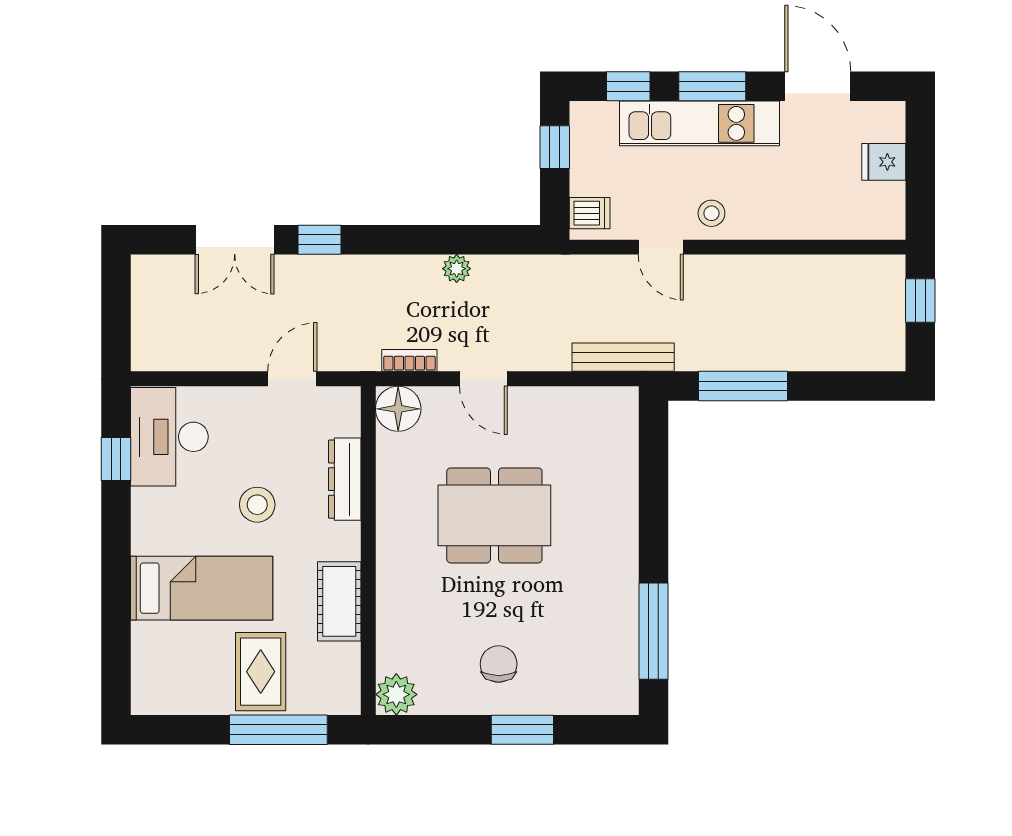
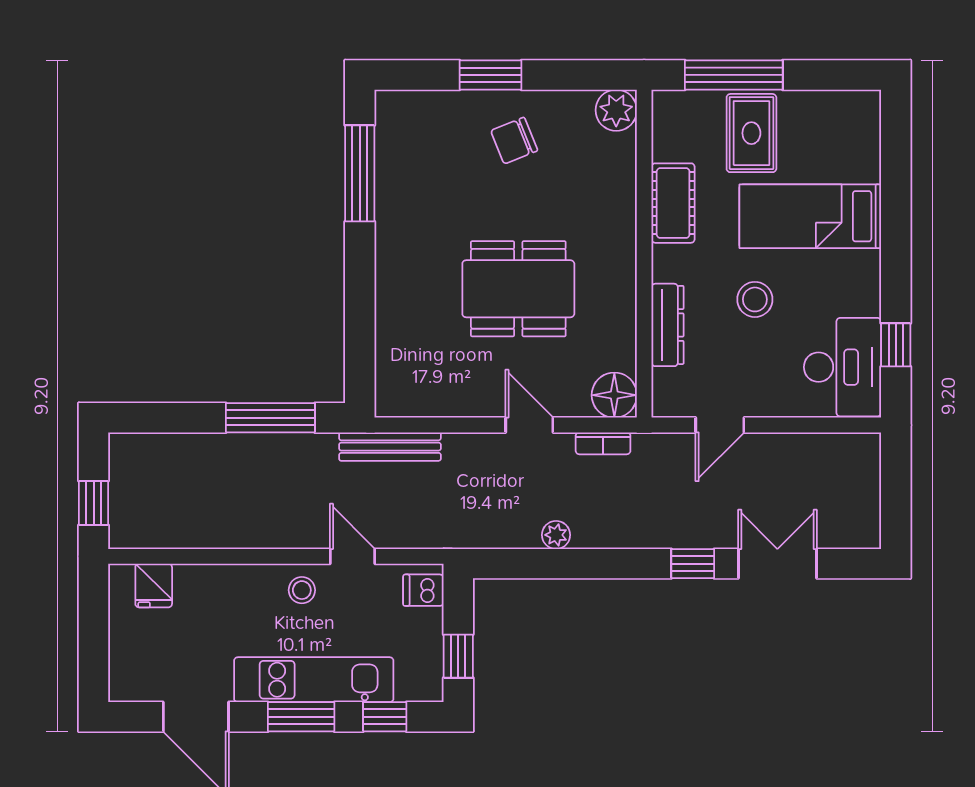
fridge: (884, 162) -> (154, 586), moved, turned 90
chair: (499, 664) -> (514, 141), turned 68

